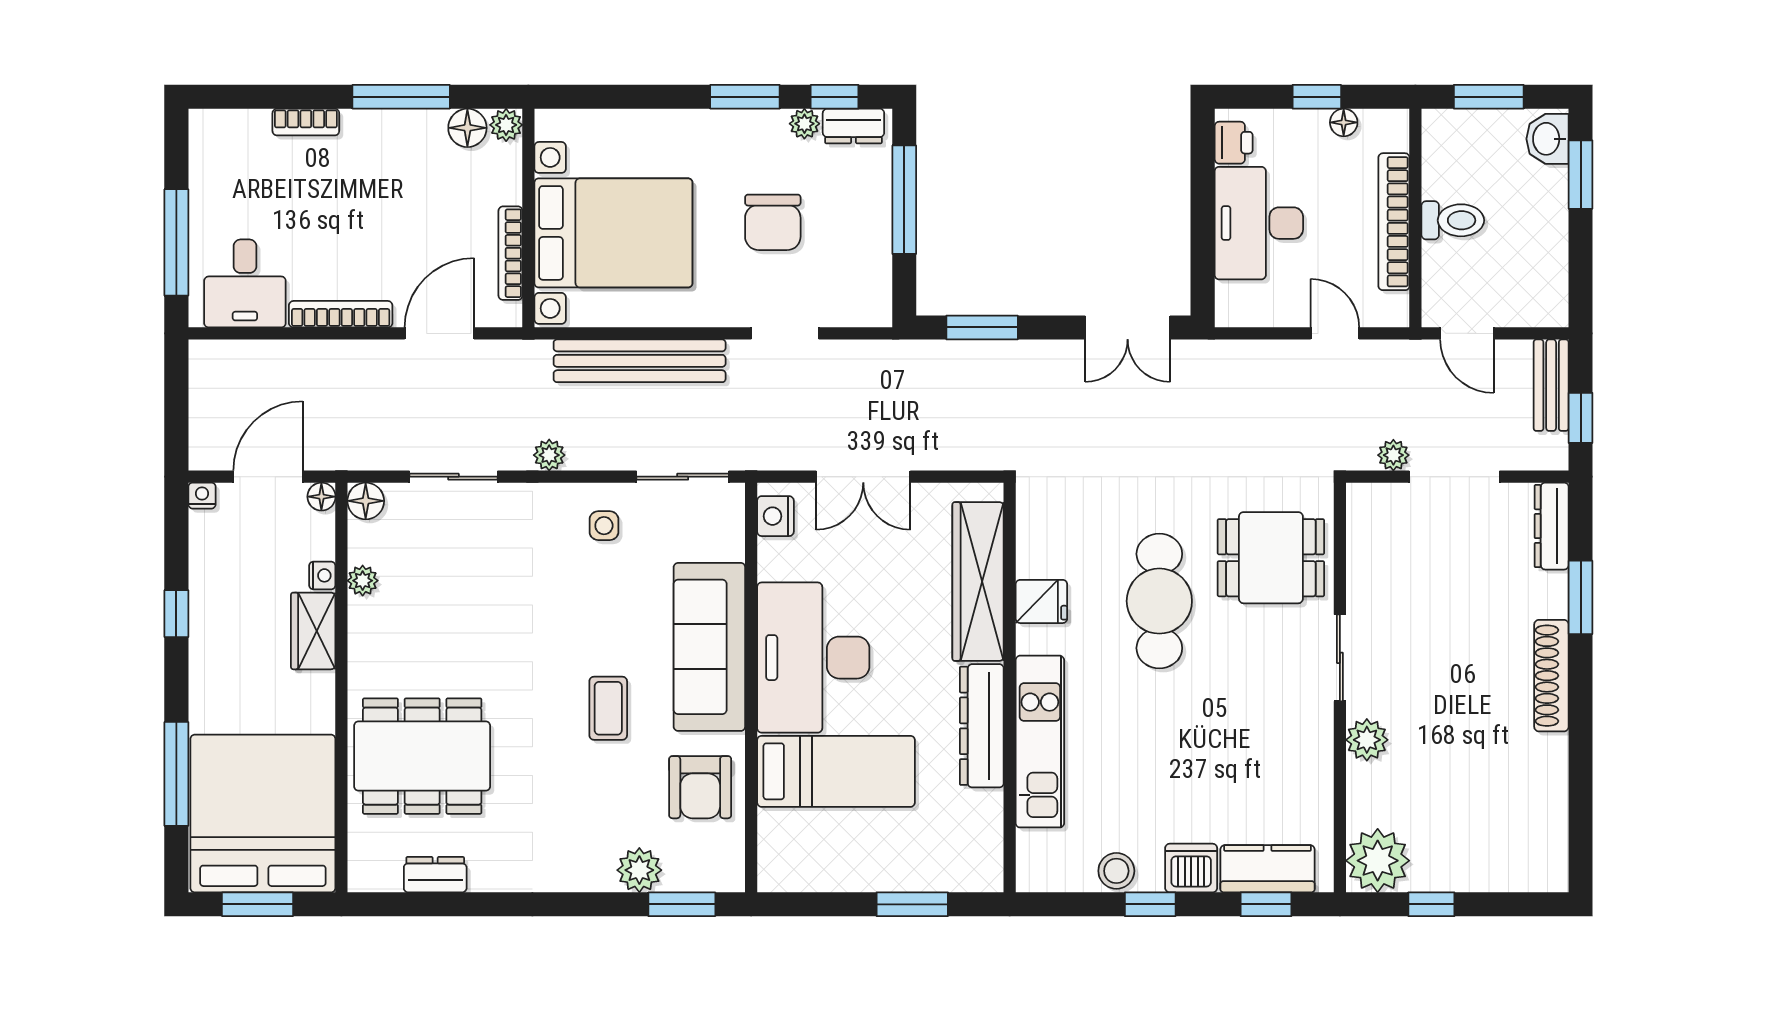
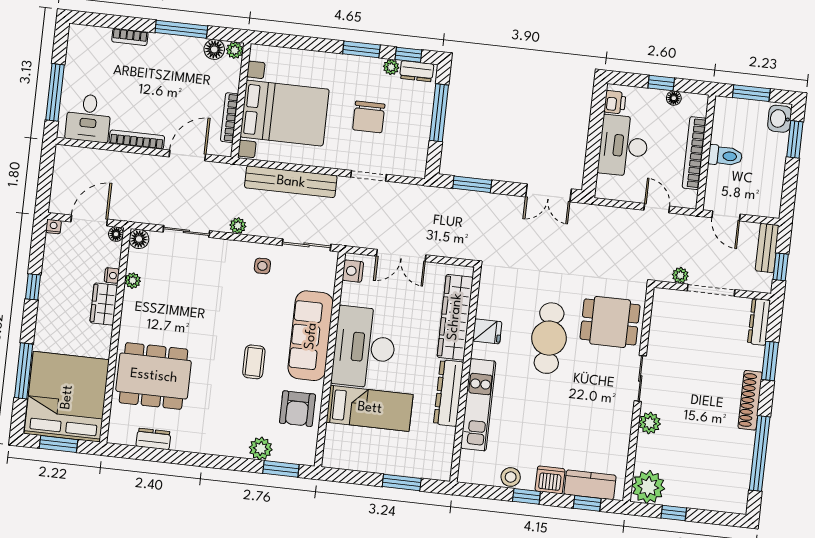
window: (1581, 774) -> (760, 453), added

